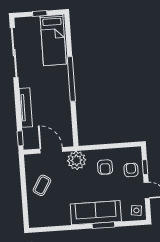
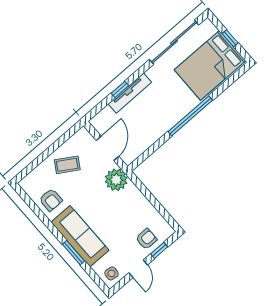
bed: (53, 40) -> (210, 65), width x1.50
window: (20, 138) -> (120, 89), moved
armchair: (105, 167) -> (51, 200), moved, turned -90

